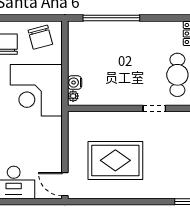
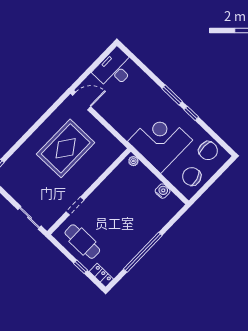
window: (111, 18) -> (143, 252), moved
water cooler: (75, 83) -> (163, 191), moved

